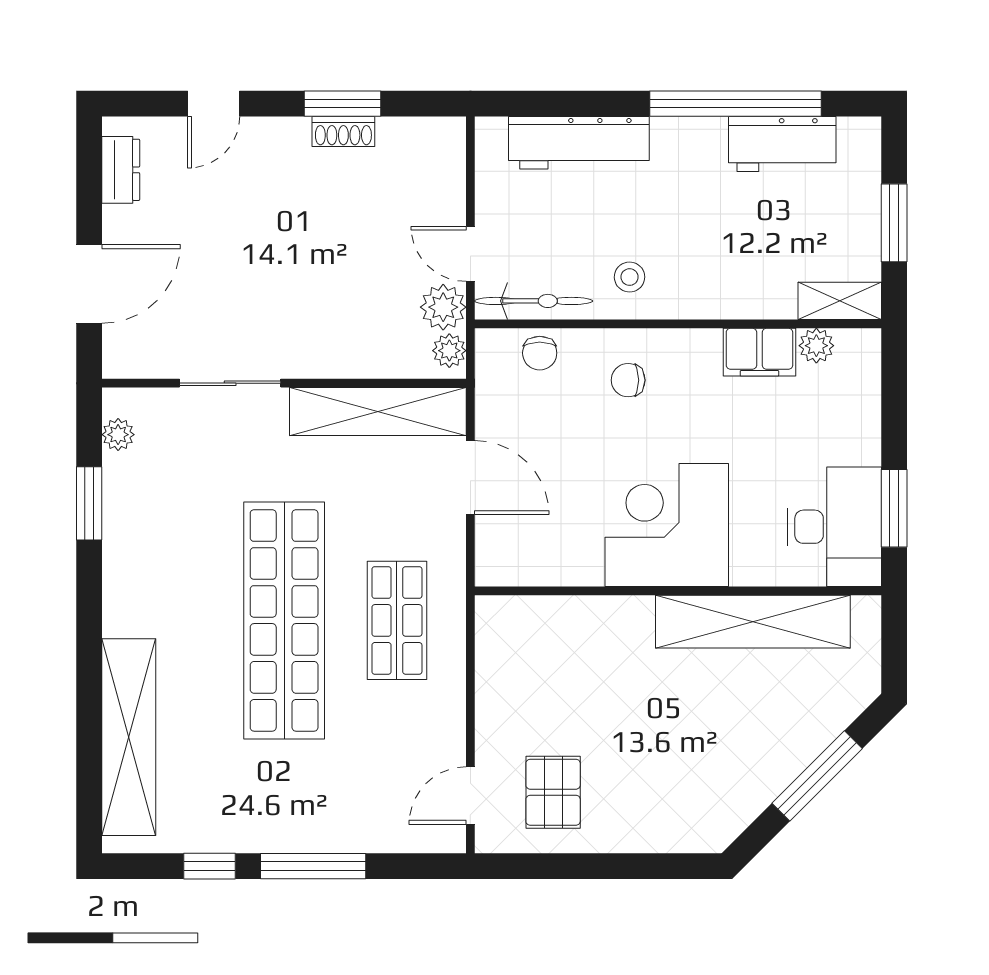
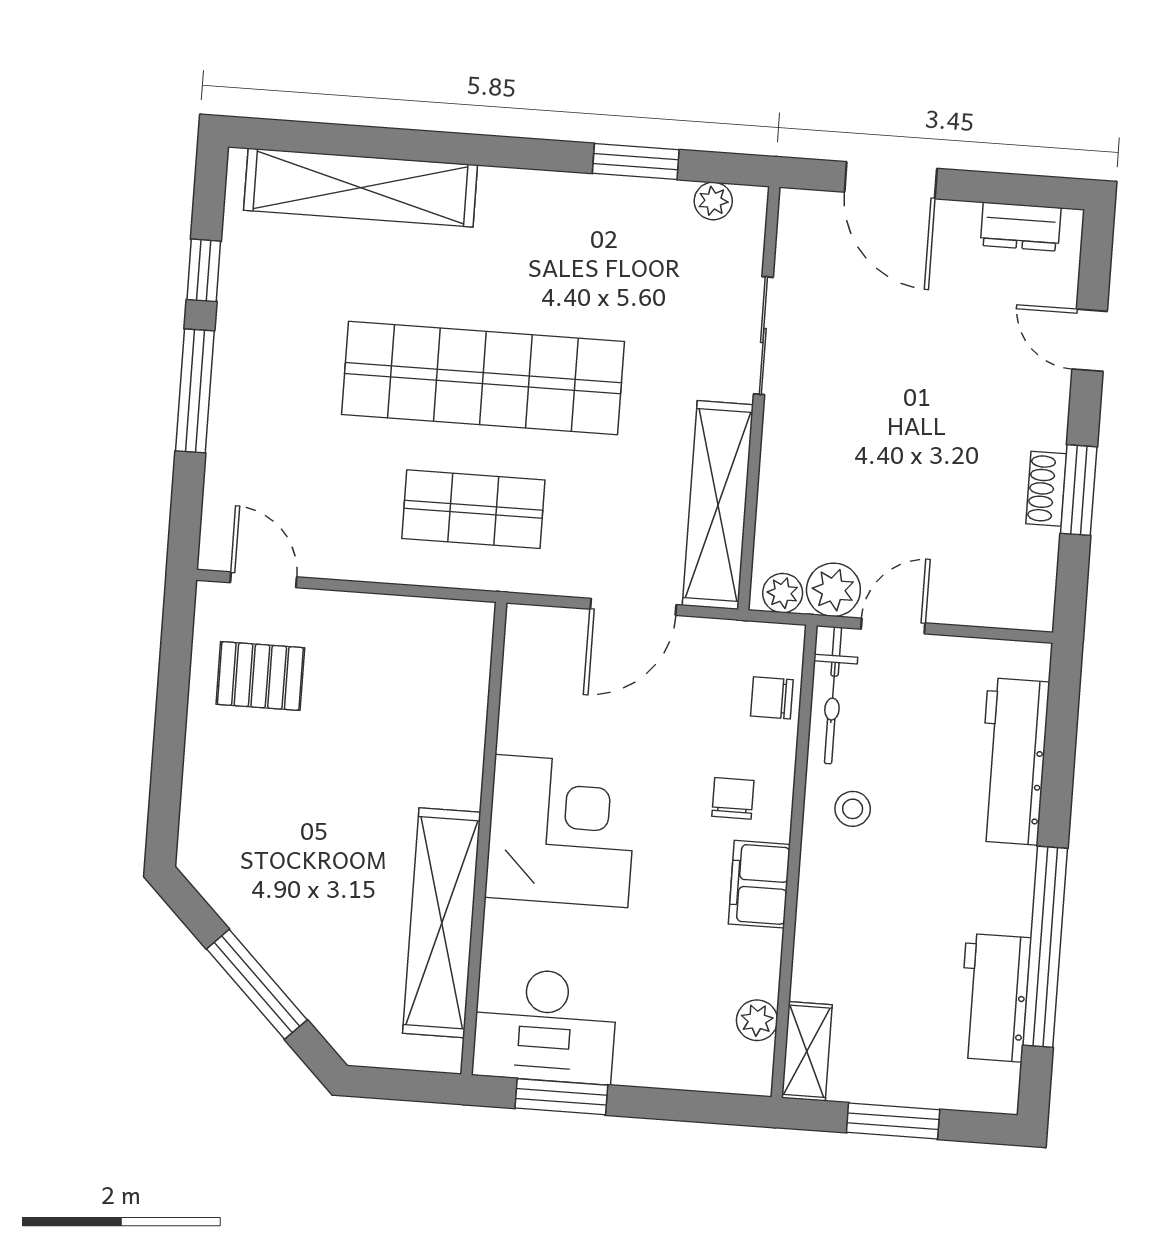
filing cabinet: (759, 352) -> (759, 884), moved

